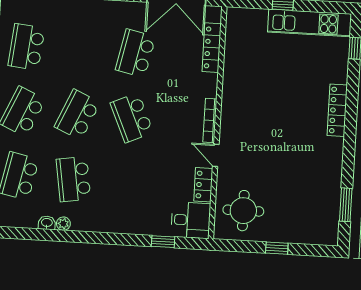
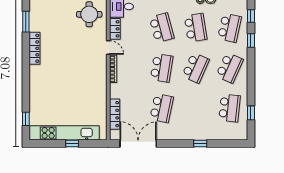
kitchen unit: (309, 23) -> (64, 133), width x1.36
locker: (337, 110) -> (35, 48), moved
school desk: (132, 118) -> (162, 68), turned 33
school desk: (128, 182) -> (162, 28), added

